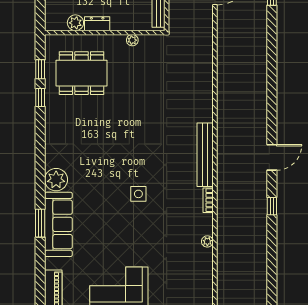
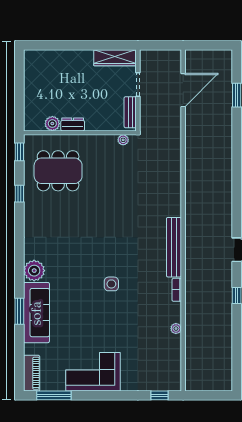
plant: (132, 40) -> (123, 140), moved
window: (40, 69) -> (19, 152), moved

